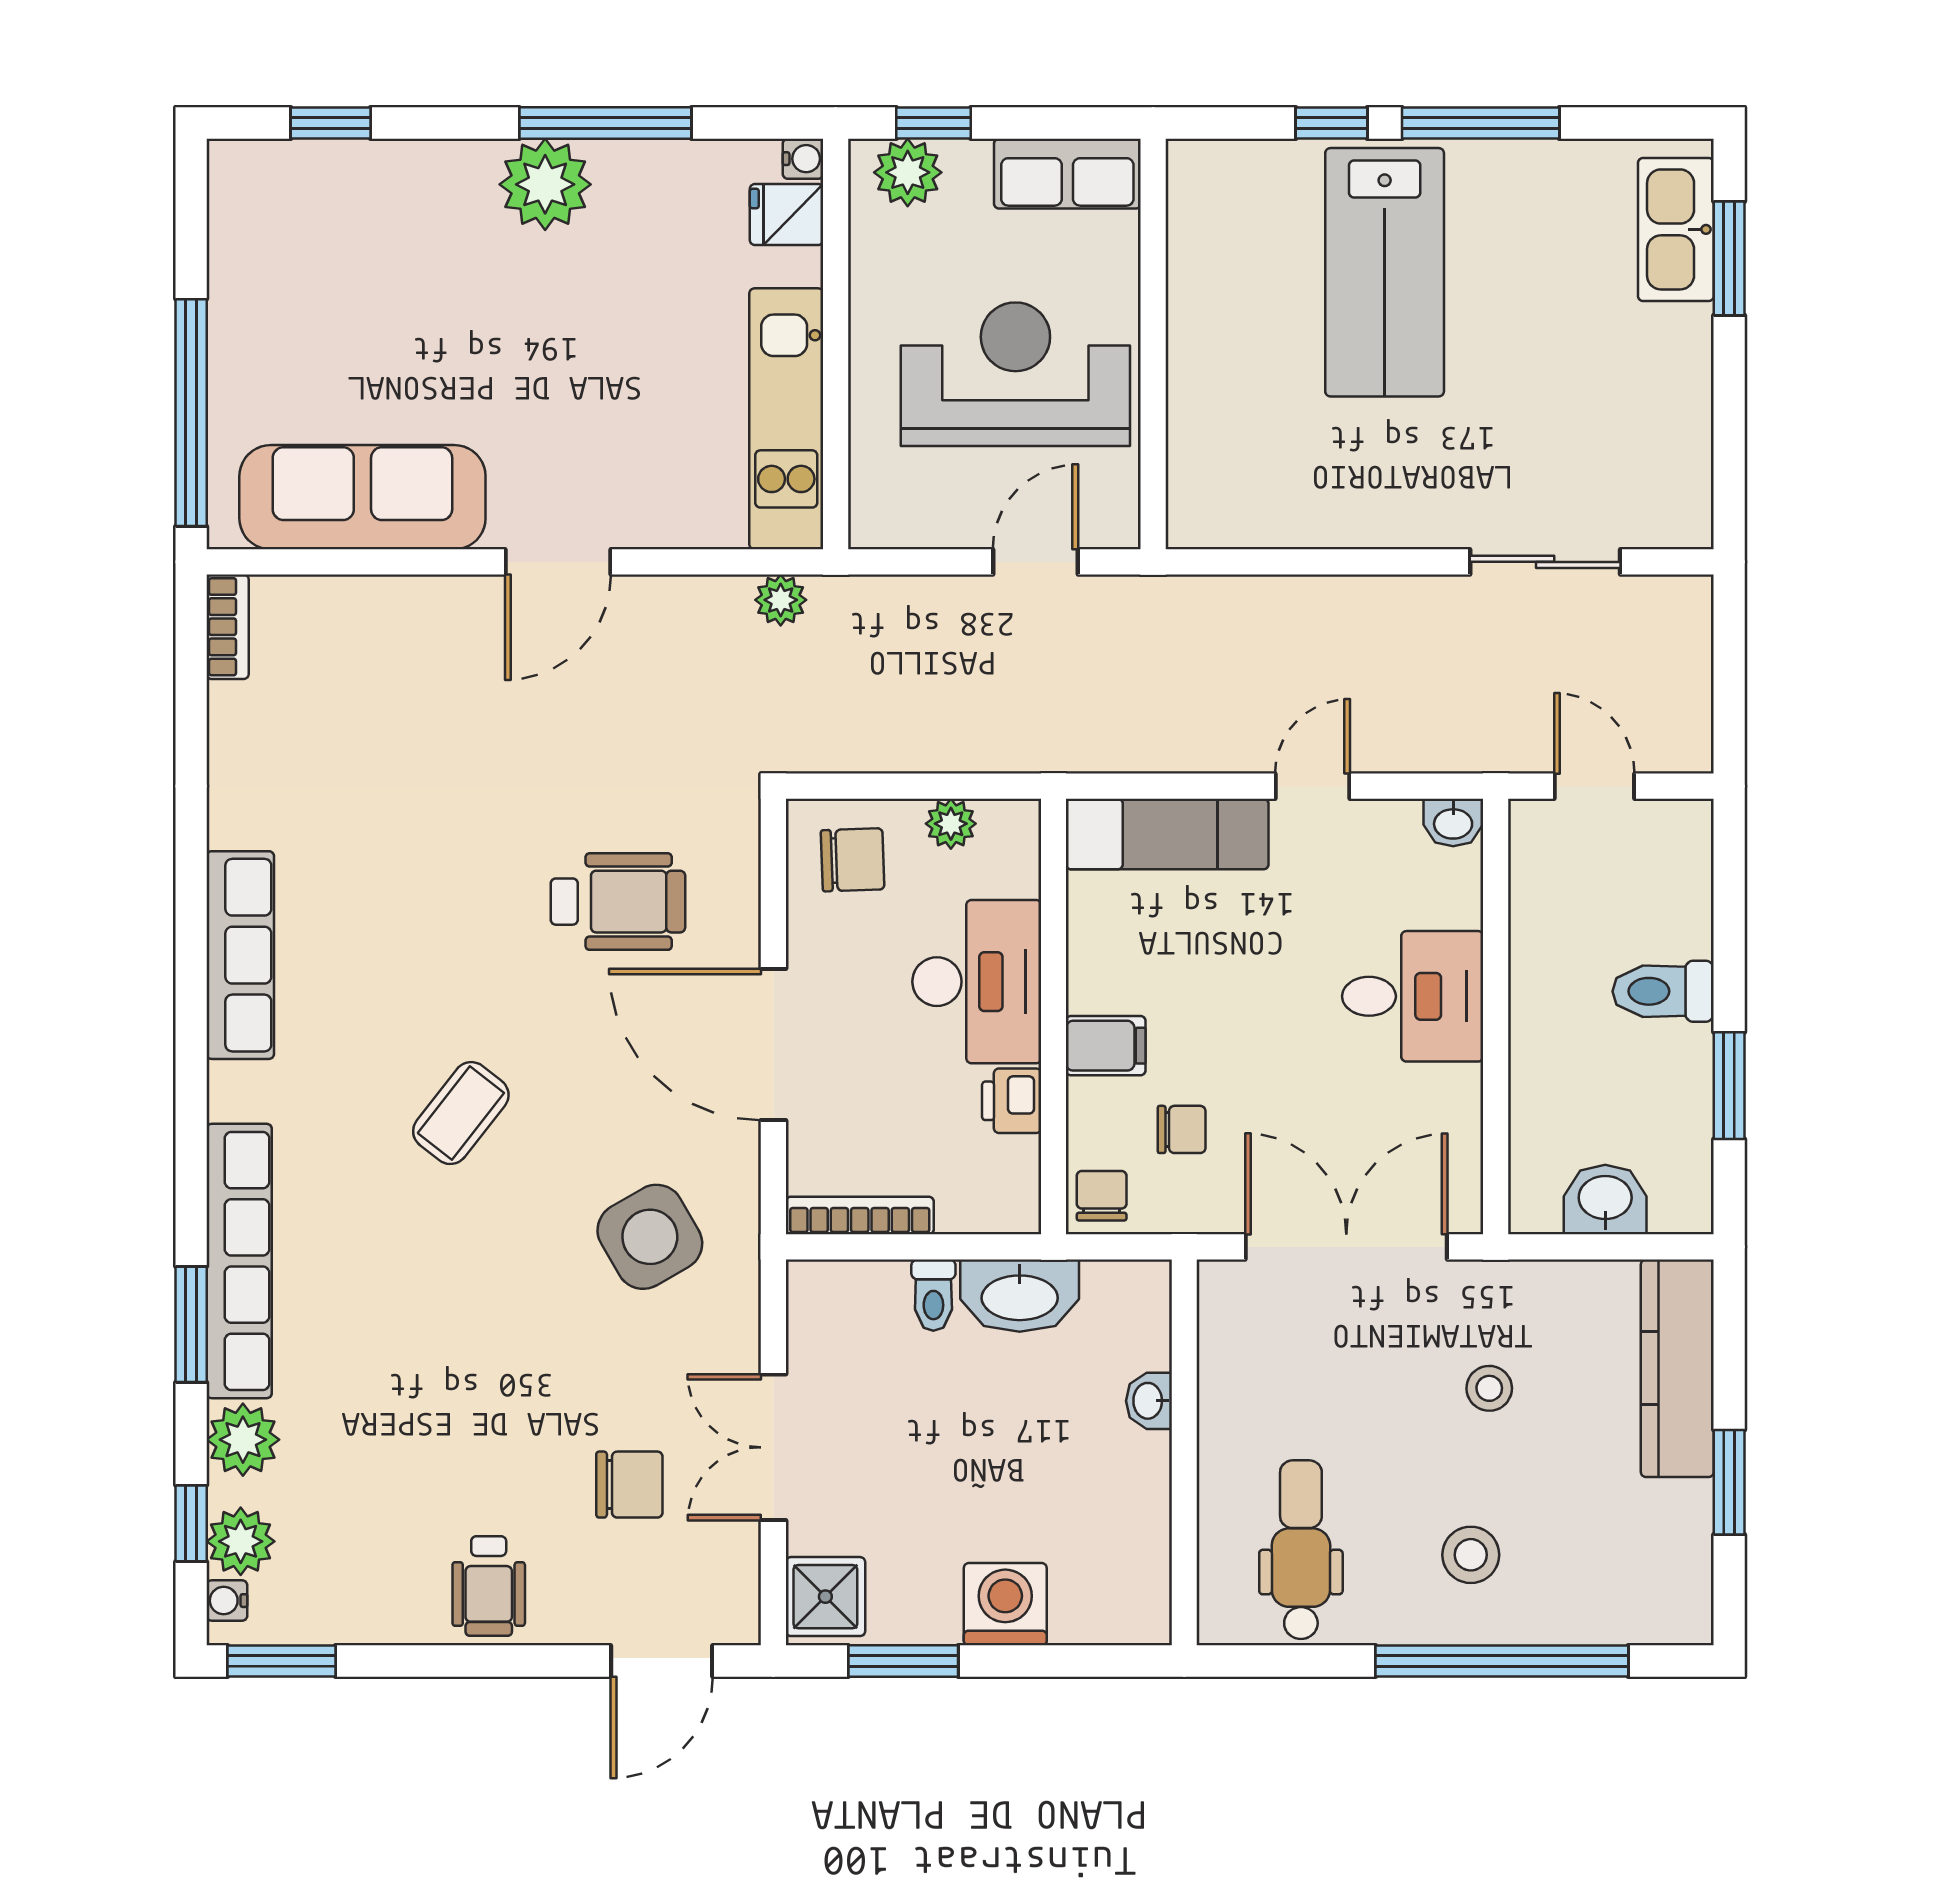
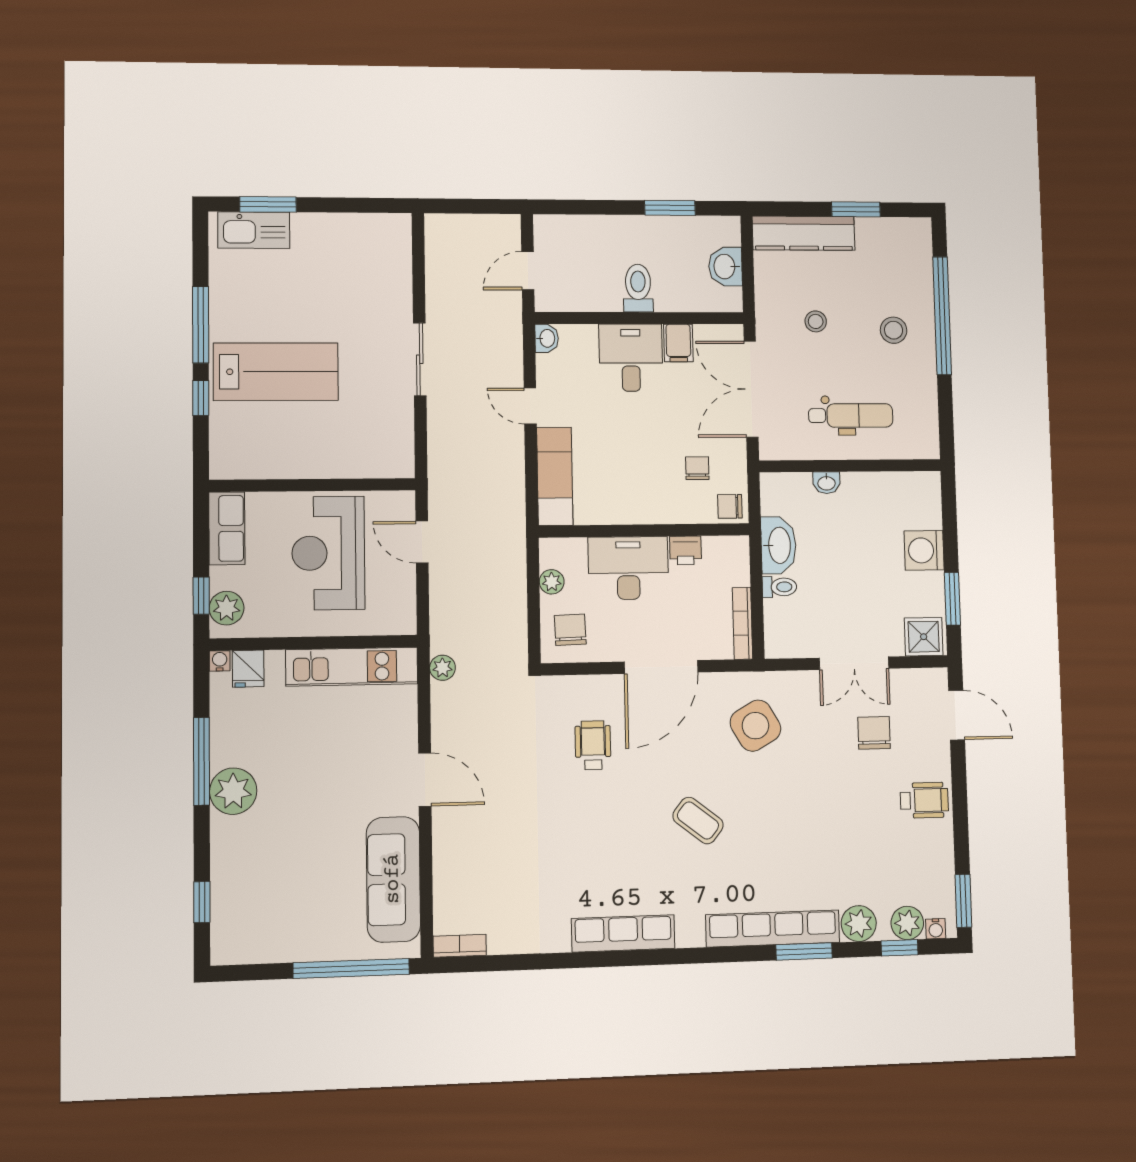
sliding door: (1545, 562) -> (420, 359), moved
wheelchair: (618, 902) -> (593, 745), width x0.73, depth x0.73
toilet: (1663, 991) -> (638, 288), moved, turned 180
filing cabinet: (1106, 1046) -> (678, 343), moved, turned 180
dental chair: (1301, 1550) -> (851, 415), moved, turned 180

